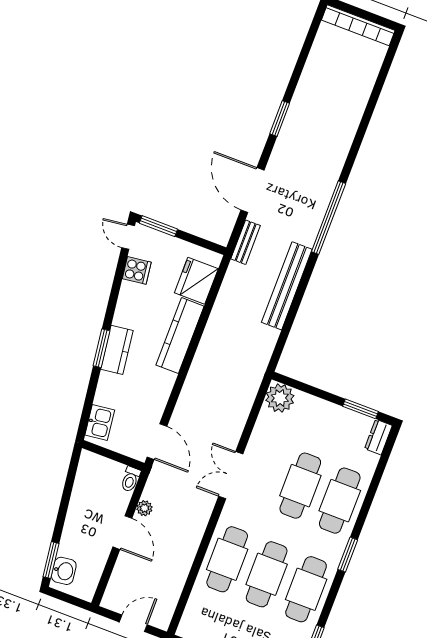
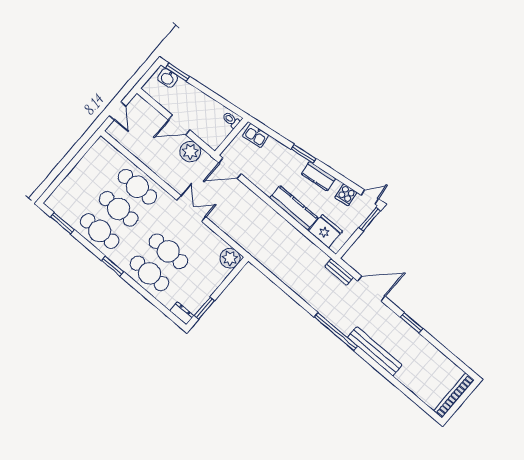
bench: (287, 286) -> (375, 351), moved
kitchen counter: (117, 350) -> (318, 176), moved
toilet: (130, 479) -> (231, 120), moved
plant: (144, 508) -> (190, 152), width x1.87, depth x1.87

